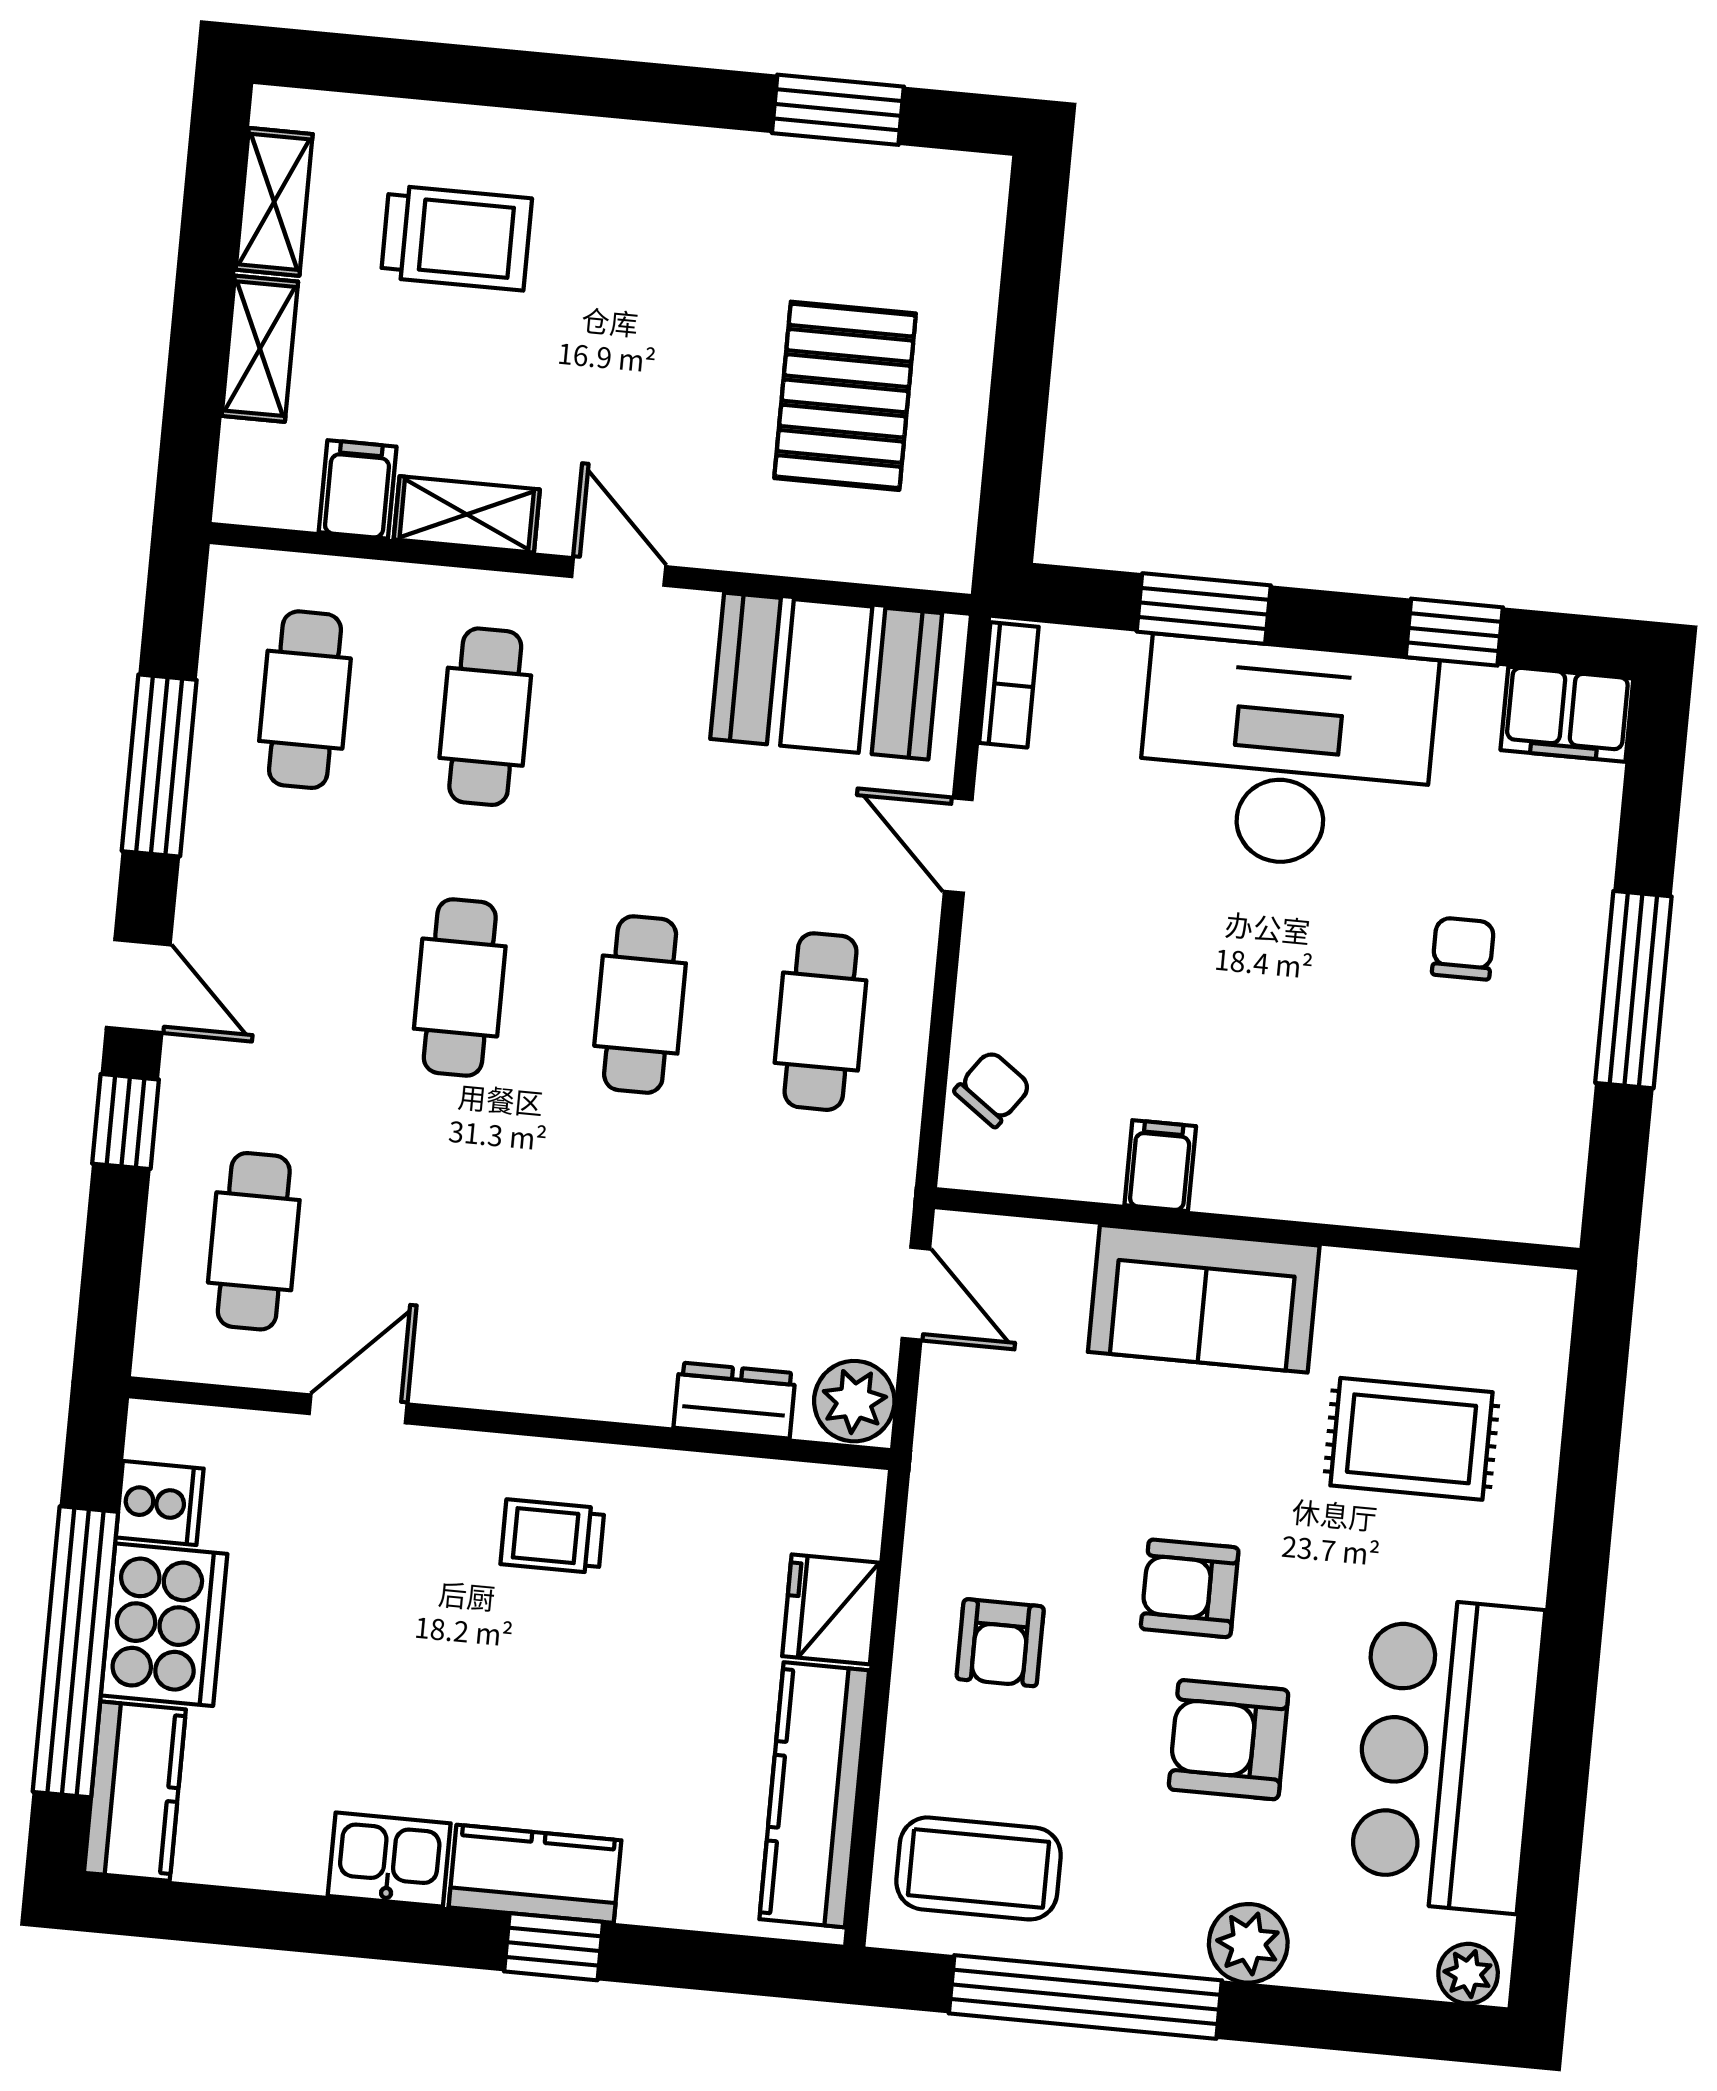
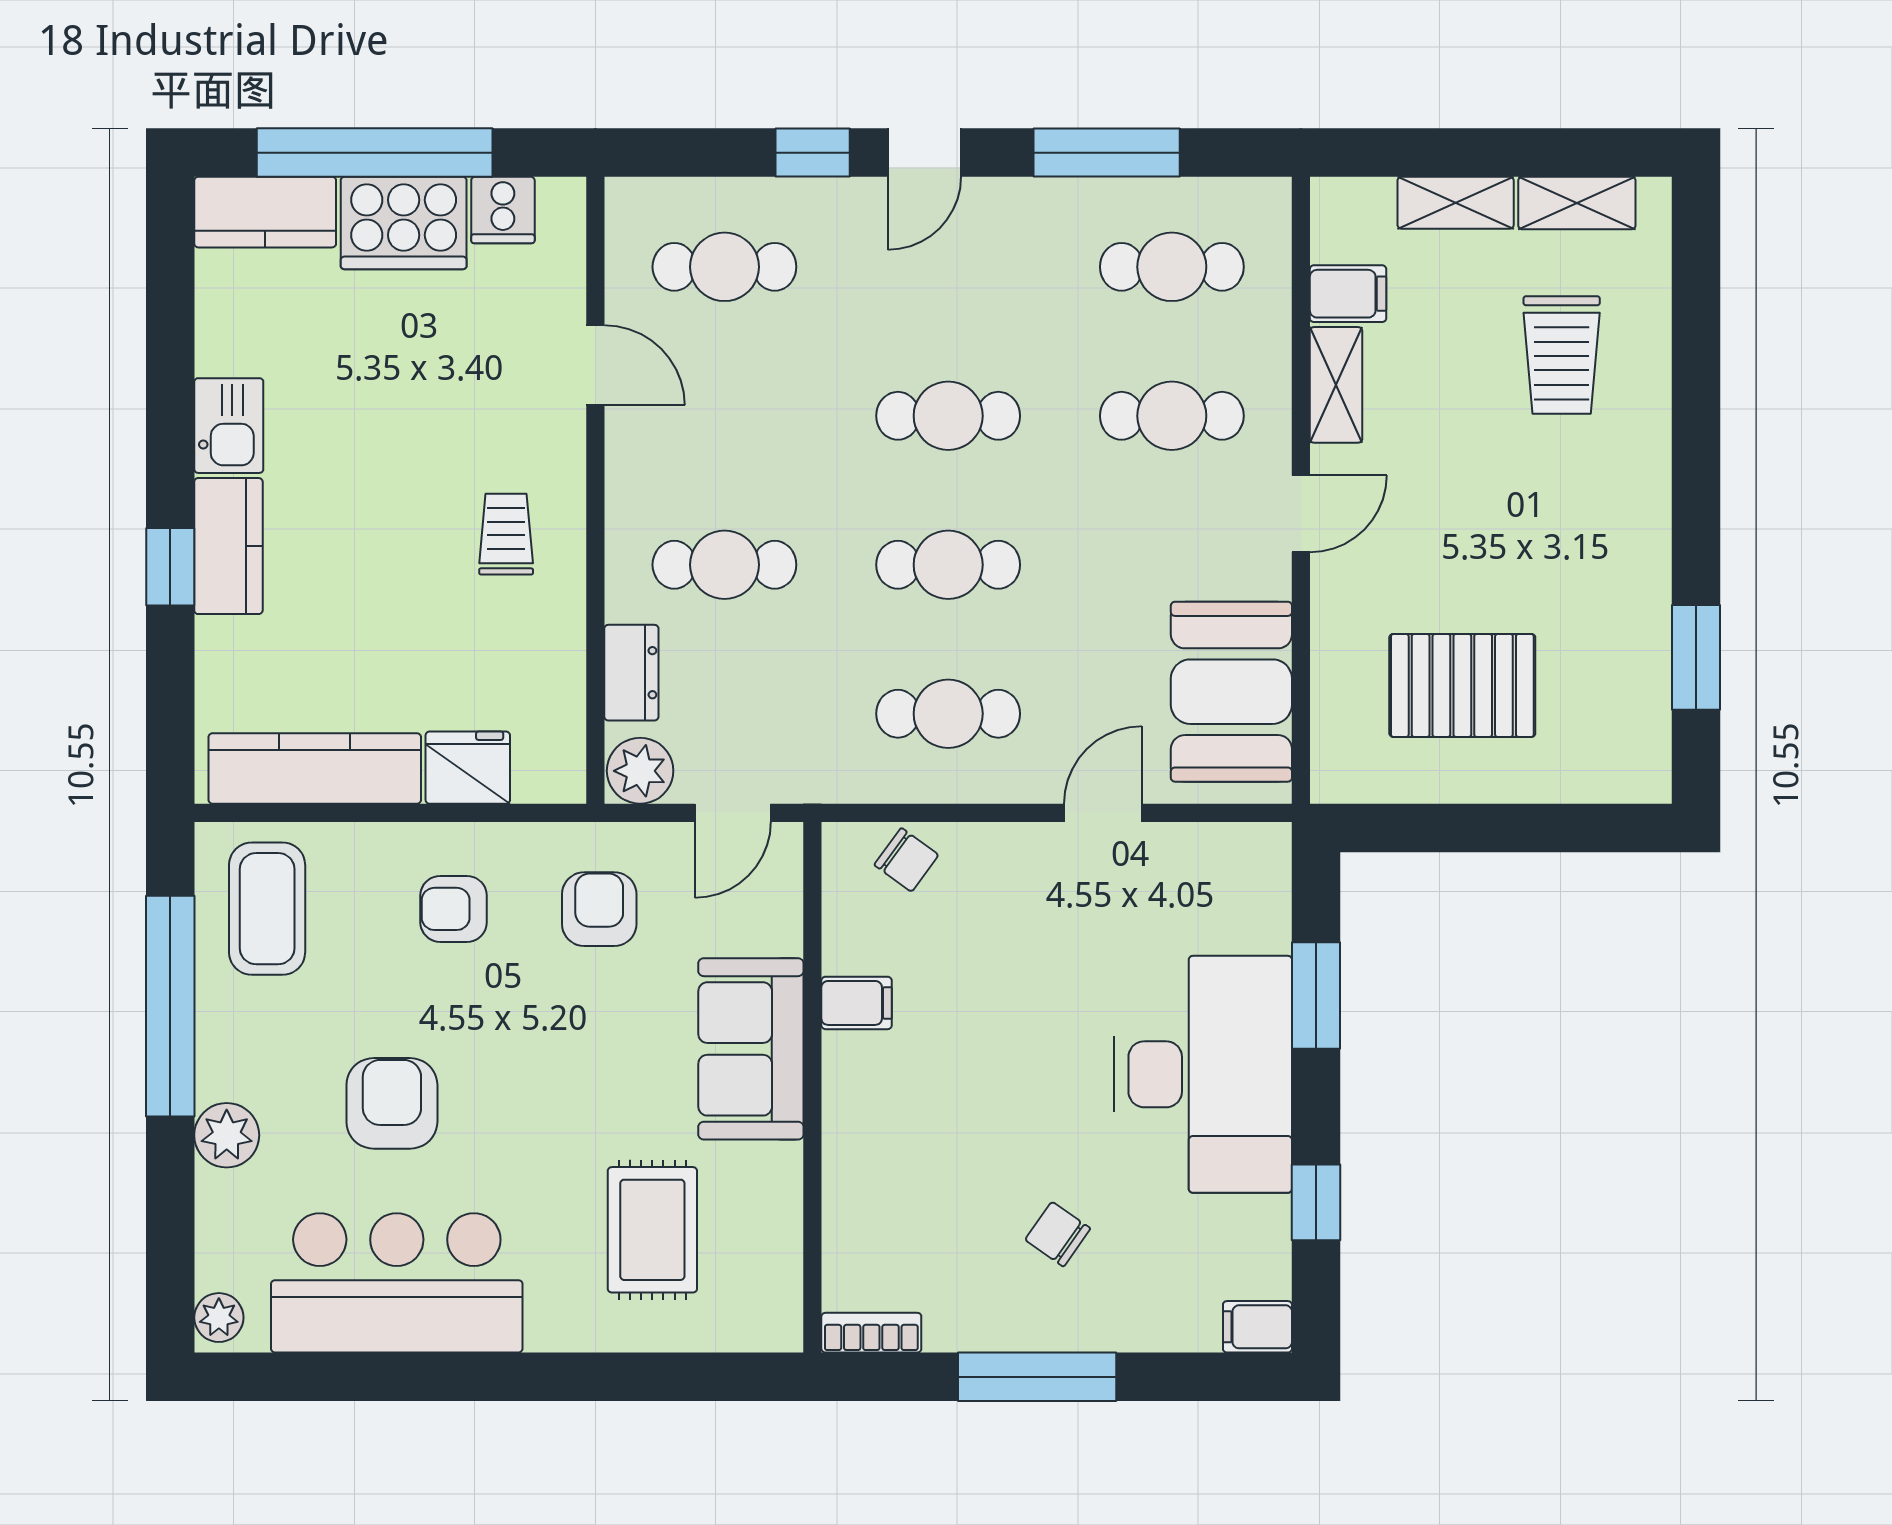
bookcase: (1009, 685) -> (871, 1333), moved, turned 180
filing cabinet: (1567, 714) -> (1257, 1327), width x0.50
chair: (1463, 948) -> (1058, 1234), turned -145
cafe table: (615, 1275) -> (724, 565), added
armchair: (1190, 1588) -> (599, 909), moved

